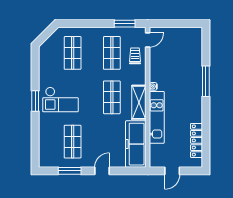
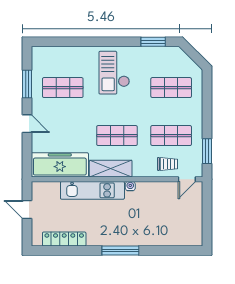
door: (148, 40) -> (187, 179), hinge flipped
window: (206, 81) -> (120, 251), moved
window: (35, 101) -> (153, 42), moved

